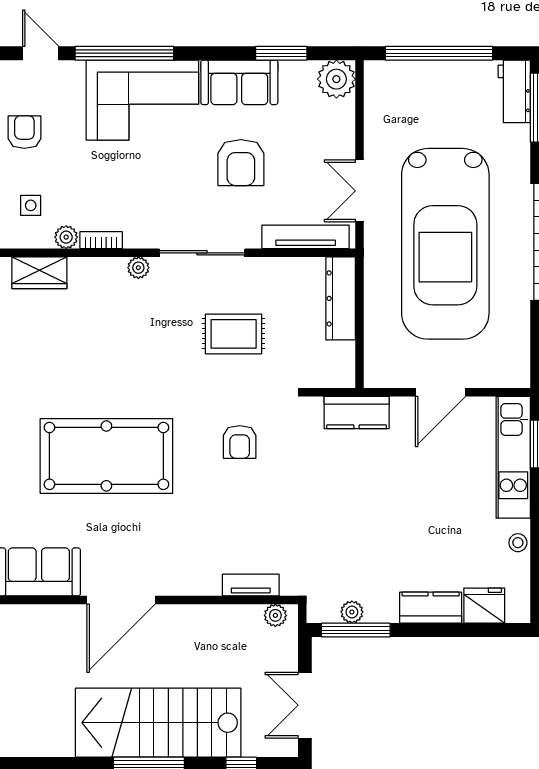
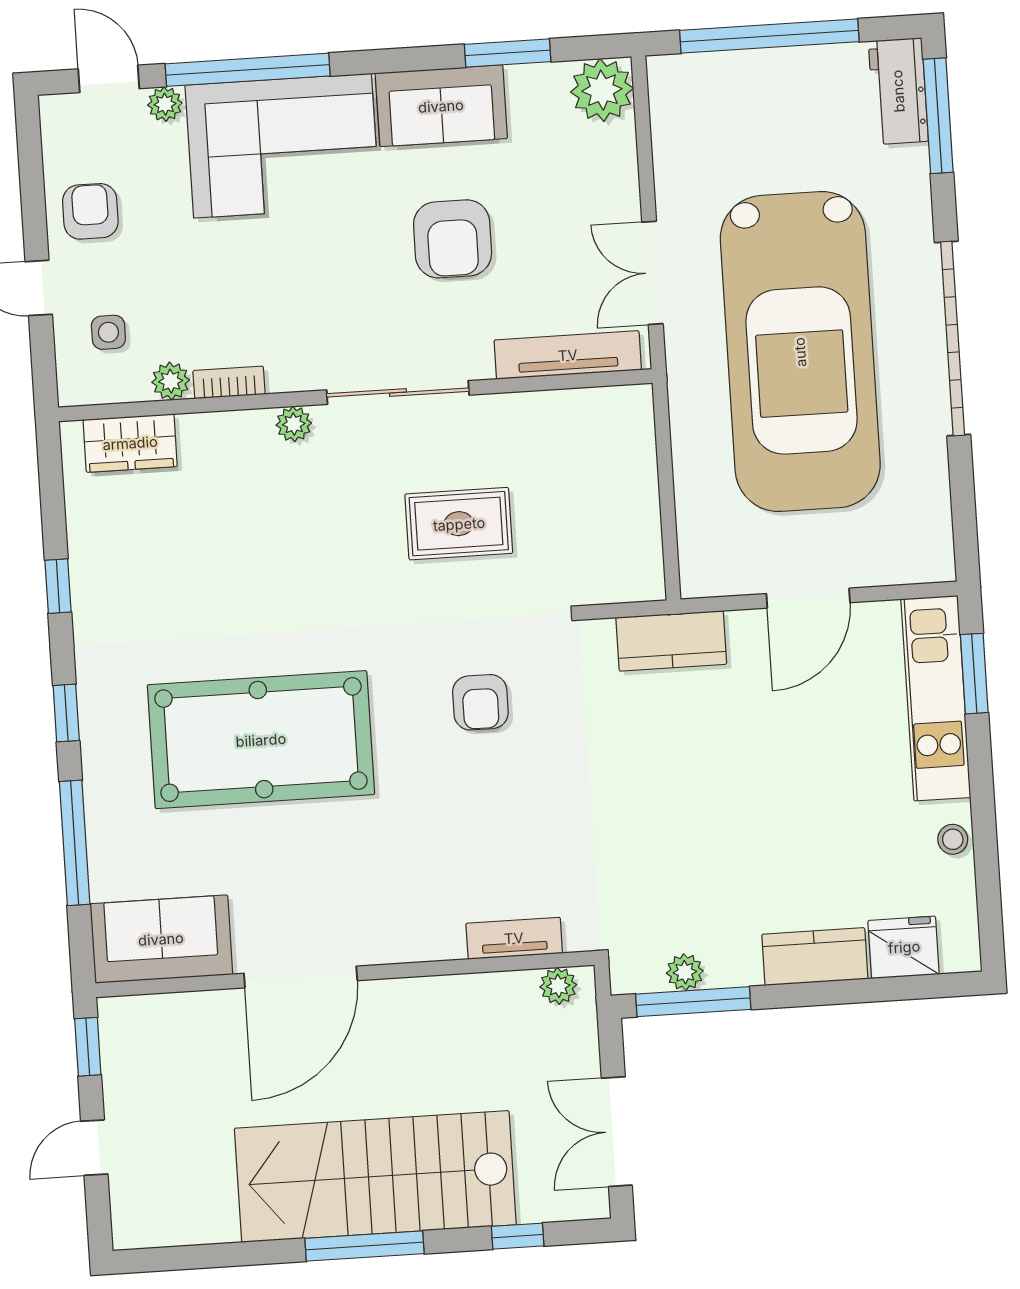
plant: (73, 71) -> (165, 104), added
dresser: (341, 298) -> (633, 453), removed

